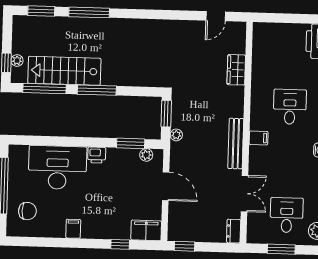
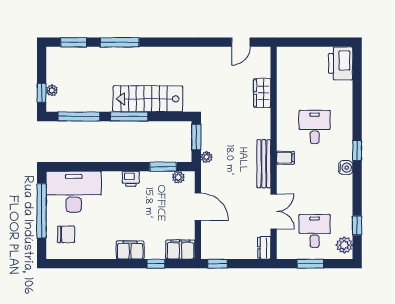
stairs: (64, 71) -> (148, 99), moved
desk: (58, 168) -> (74, 192), moved
filing cabinet: (73, 229) -> (130, 250), moved, width x2.00

